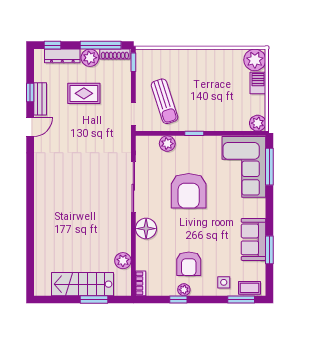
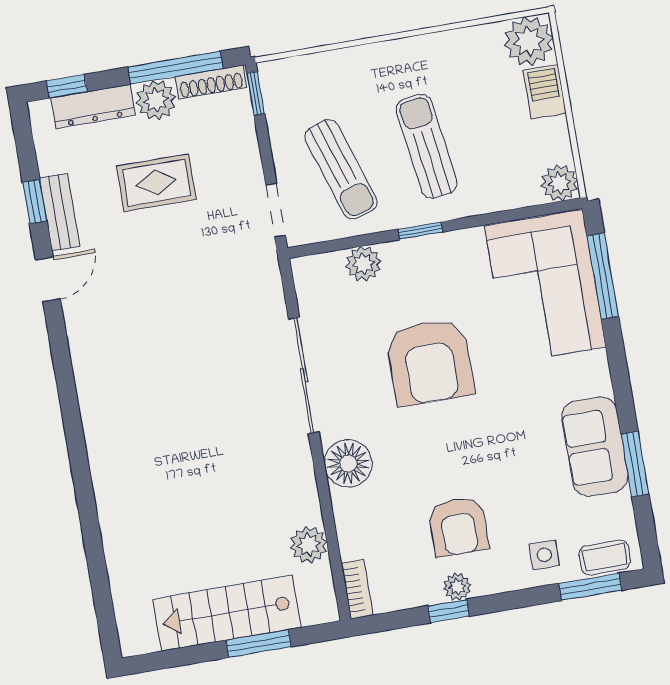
sun lounger: (203, 98) -> (427, 146), added

